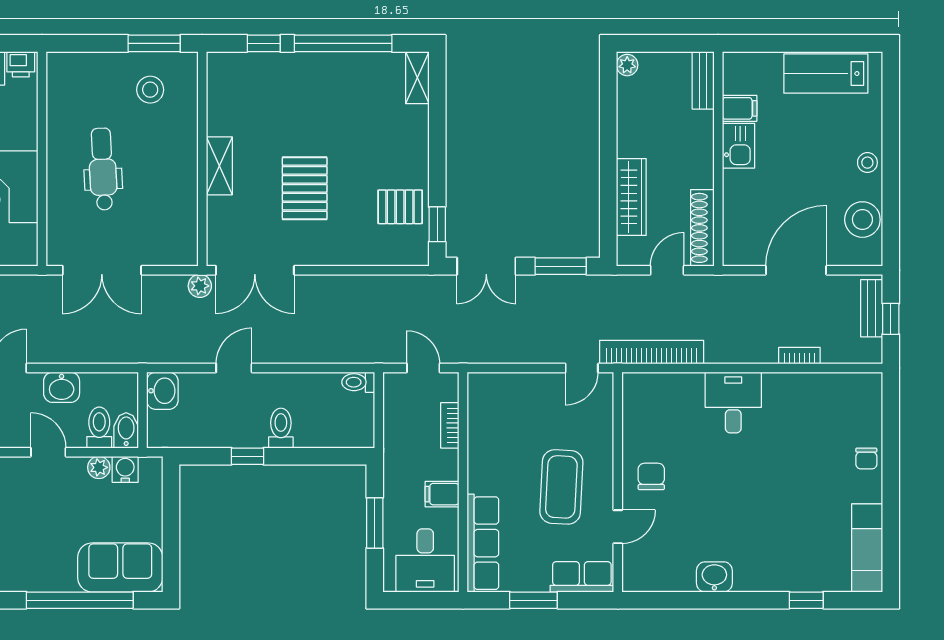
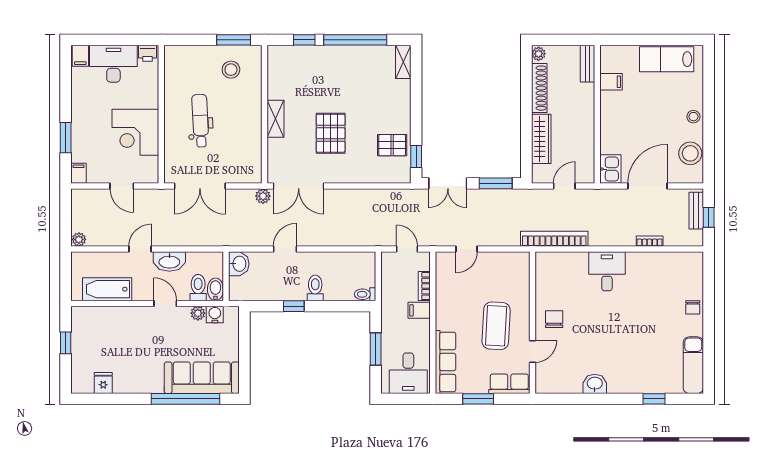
kitchen sink: (739, 146) -> (610, 169), moved
shoe rack: (702, 228) -> (539, 88), moved, turned 180
door: (582, 368) -> (467, 249), moved
toilet: (358, 382) -> (365, 294), moved
washbasin: (62, 387) -> (169, 262), width x1.38
filing cabinet: (442, 494) -> (419, 310), moved
sofa: (120, 567) -> (202, 378), width x1.36

